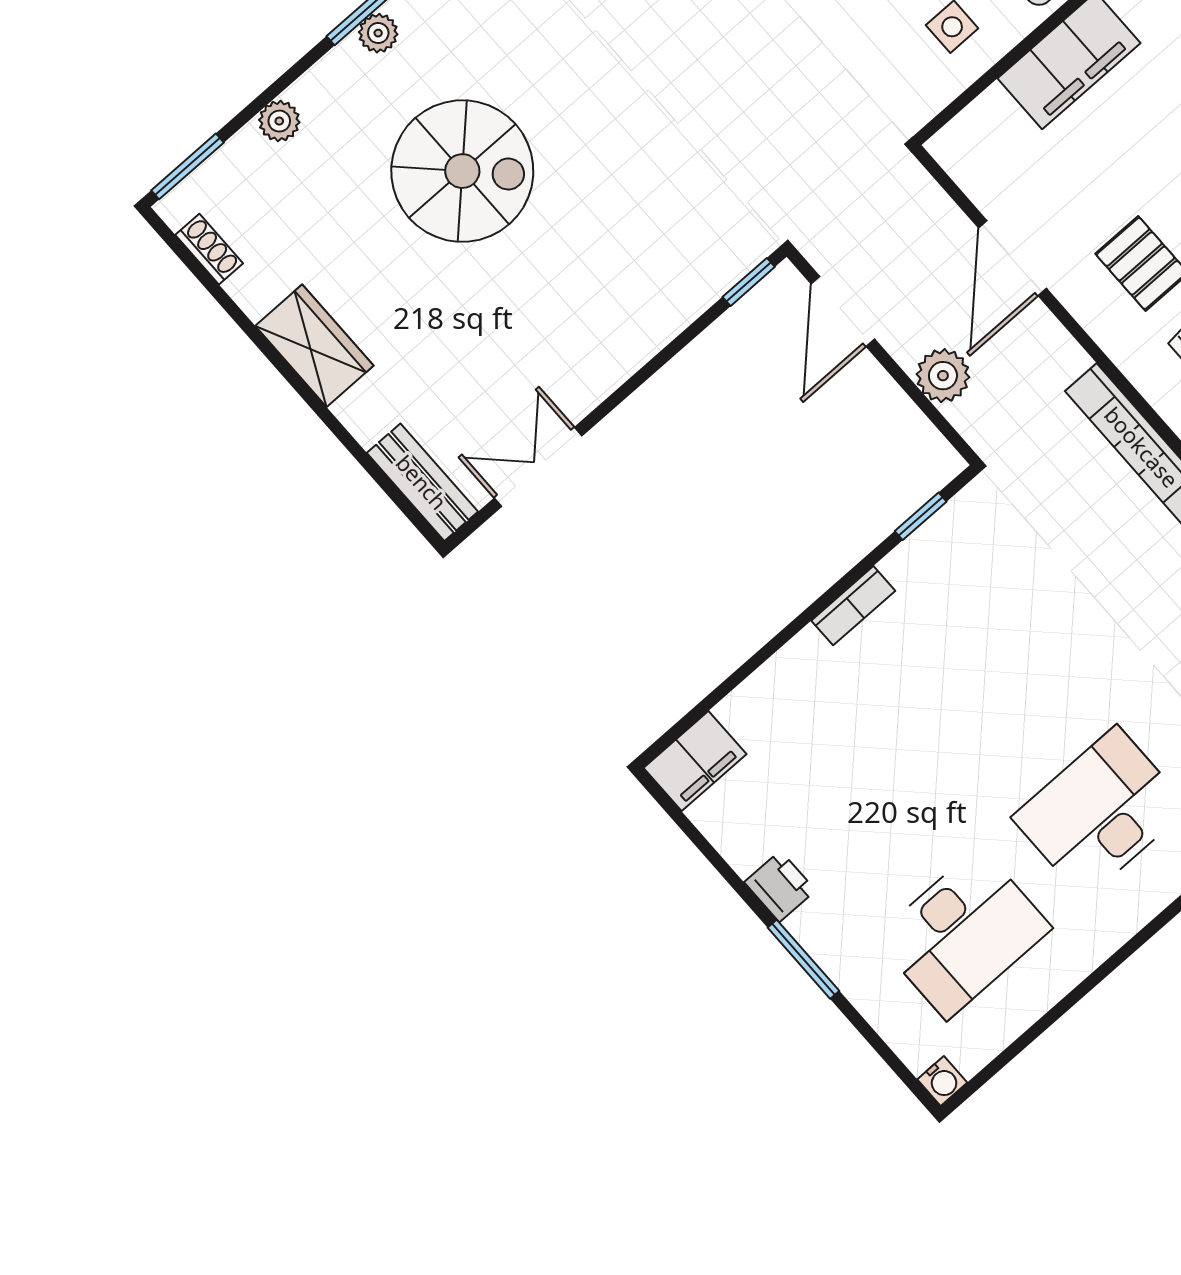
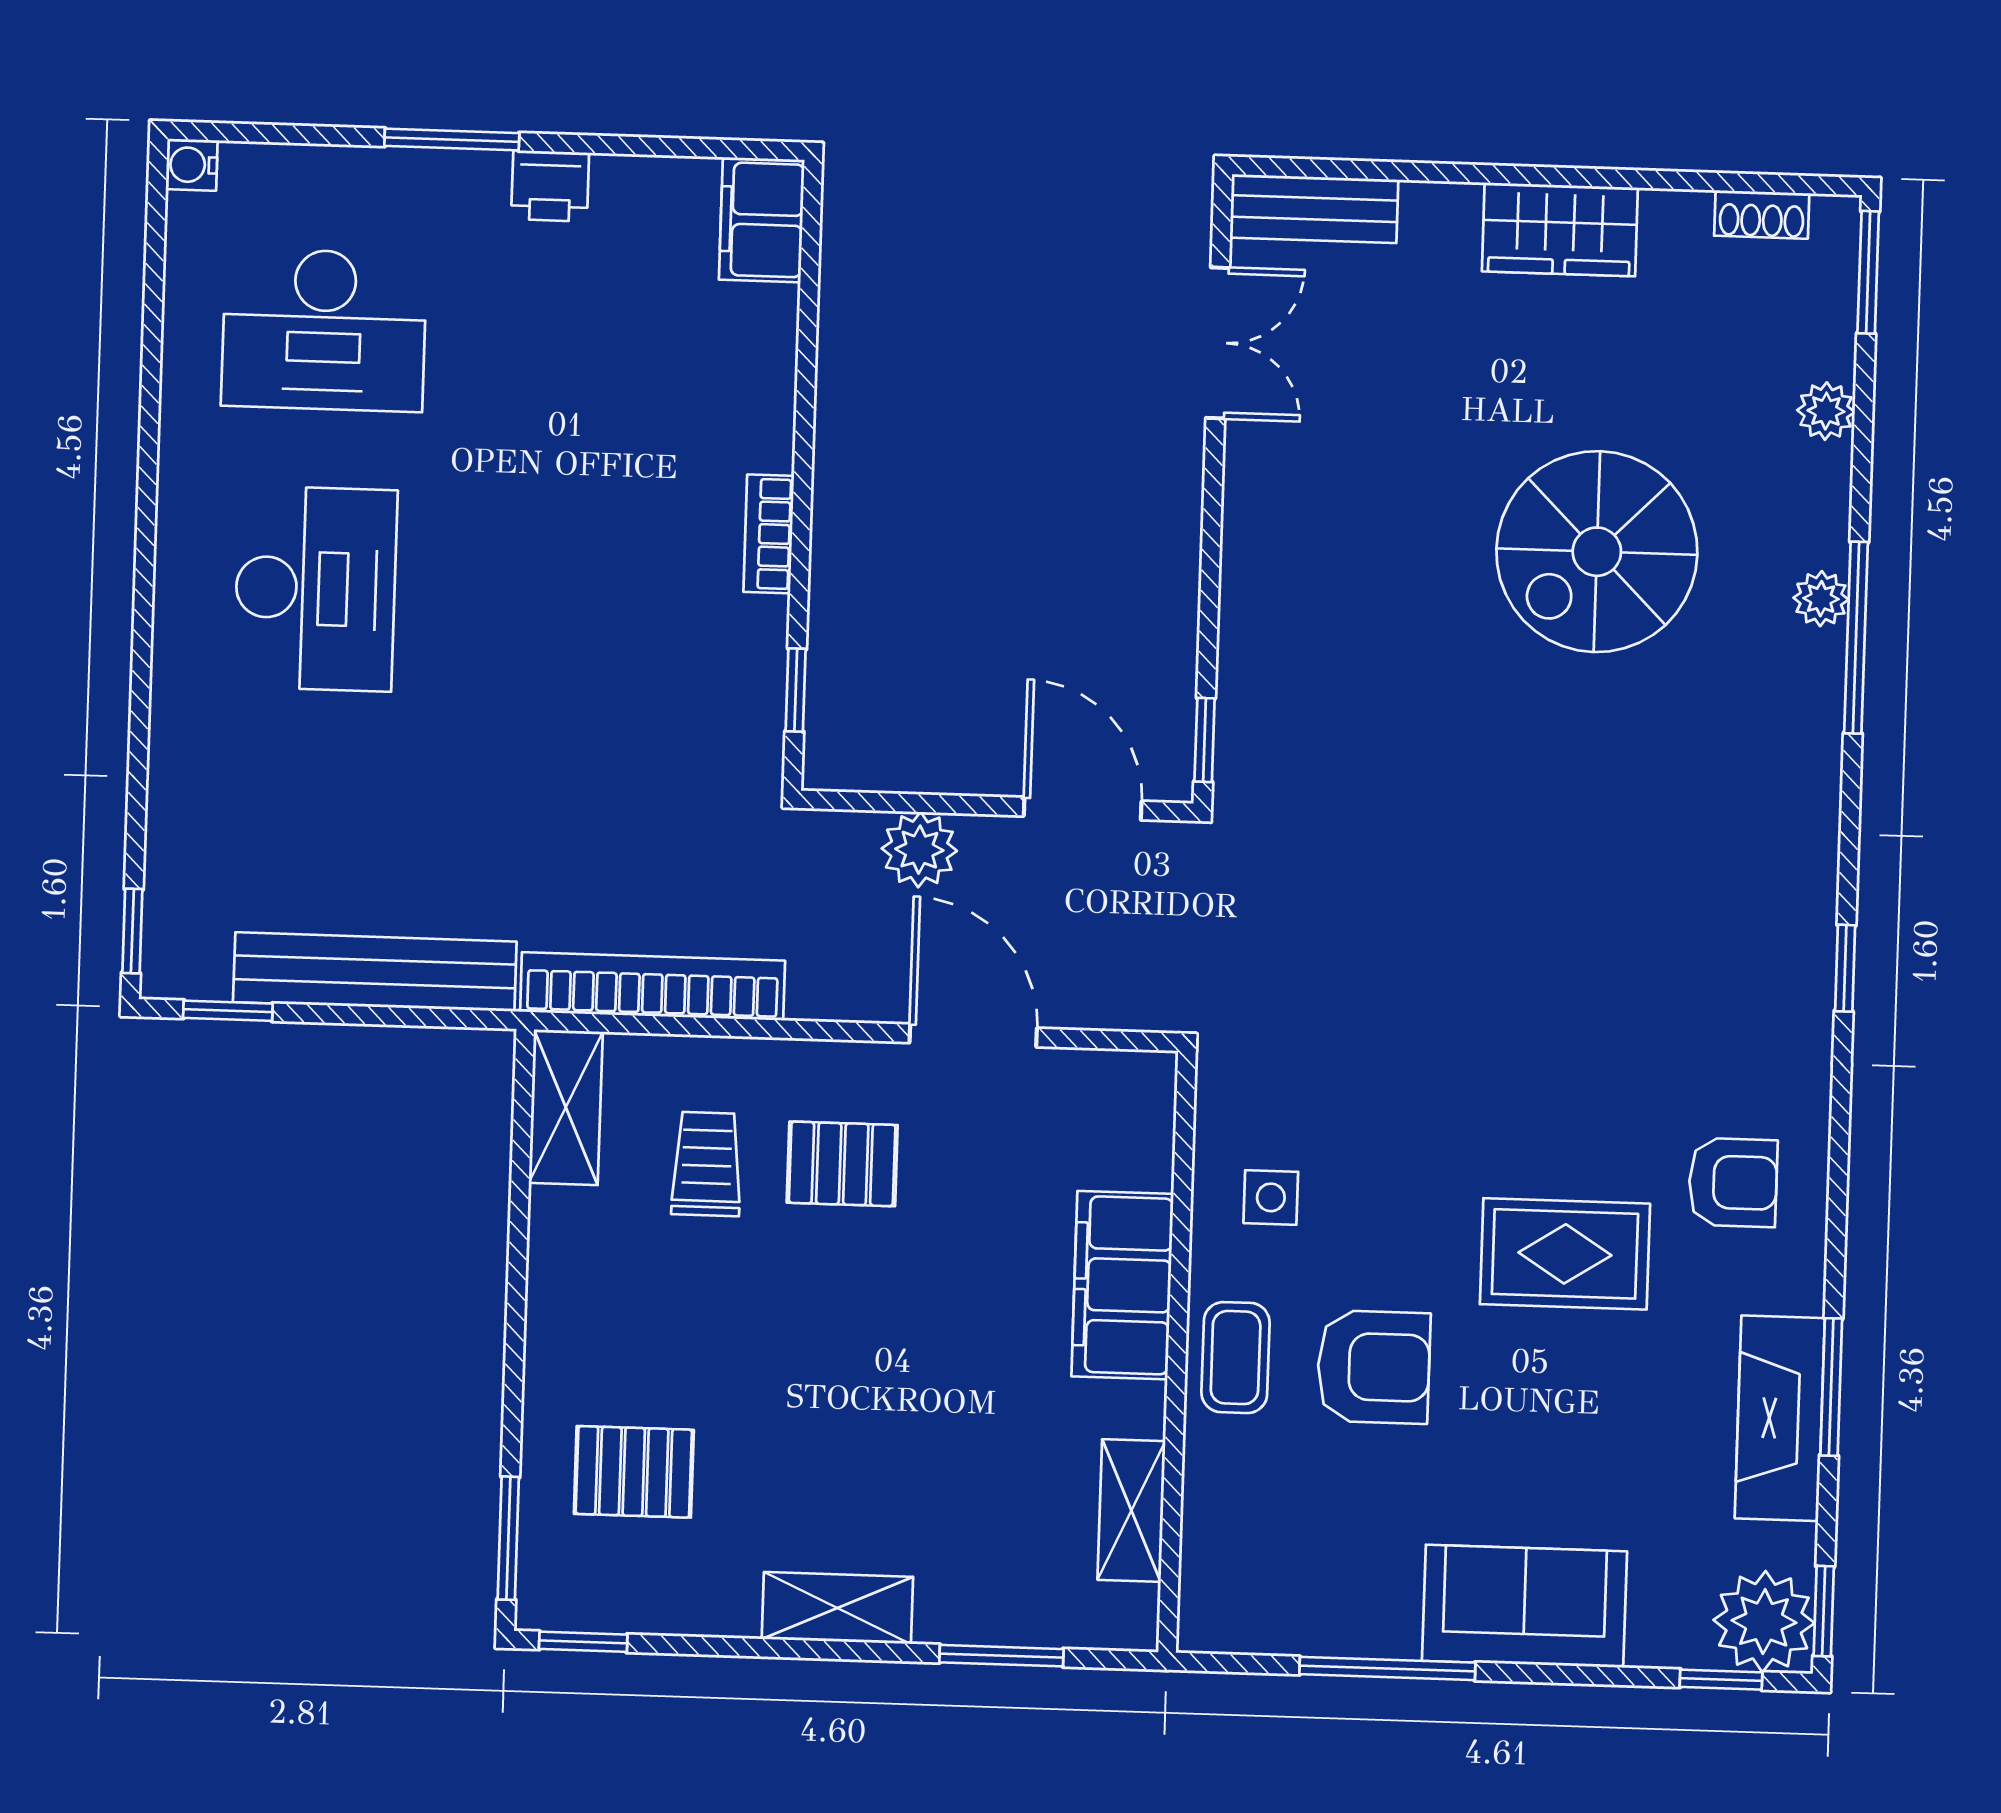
desk: (963, 933) -> (324, 330), turned -90

